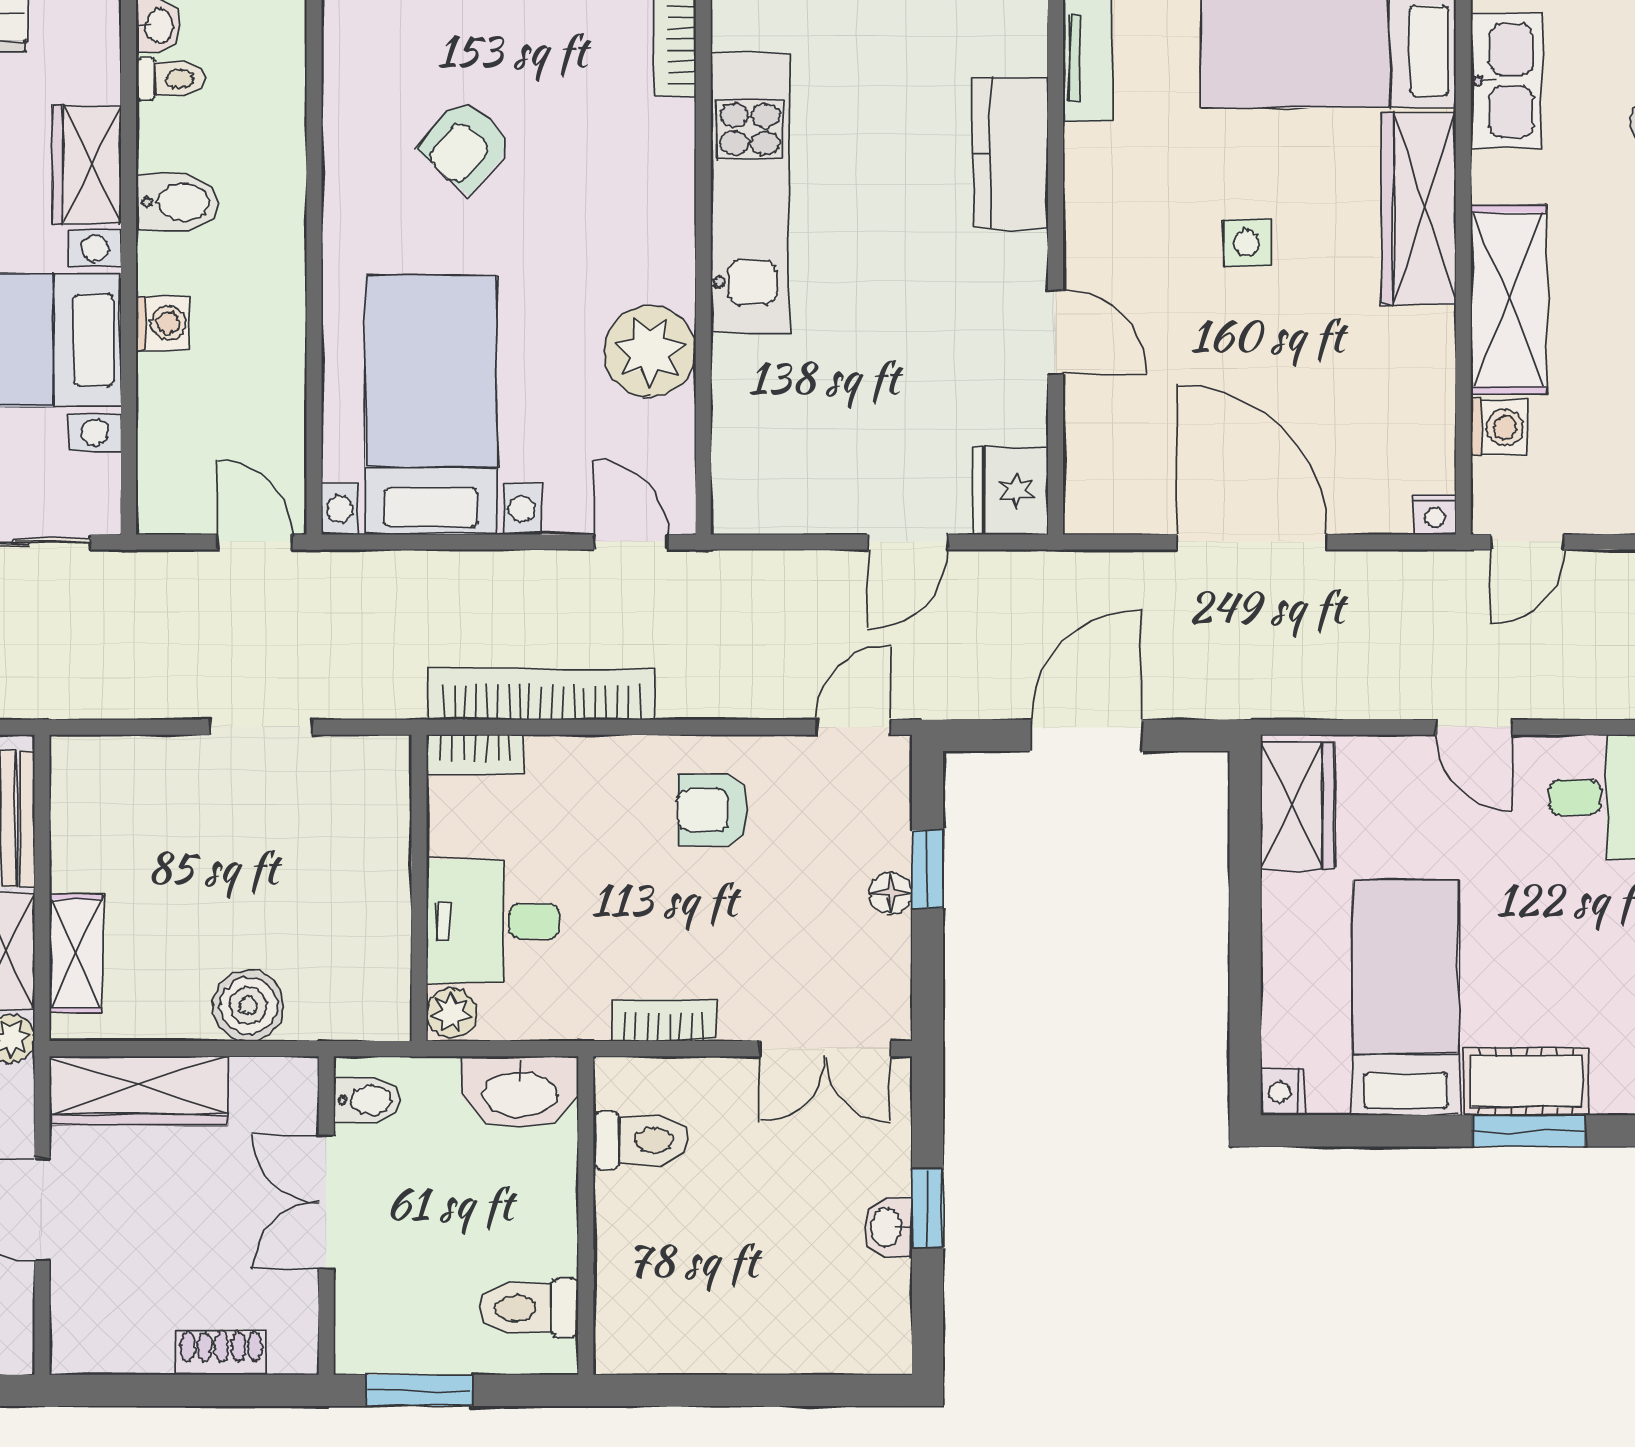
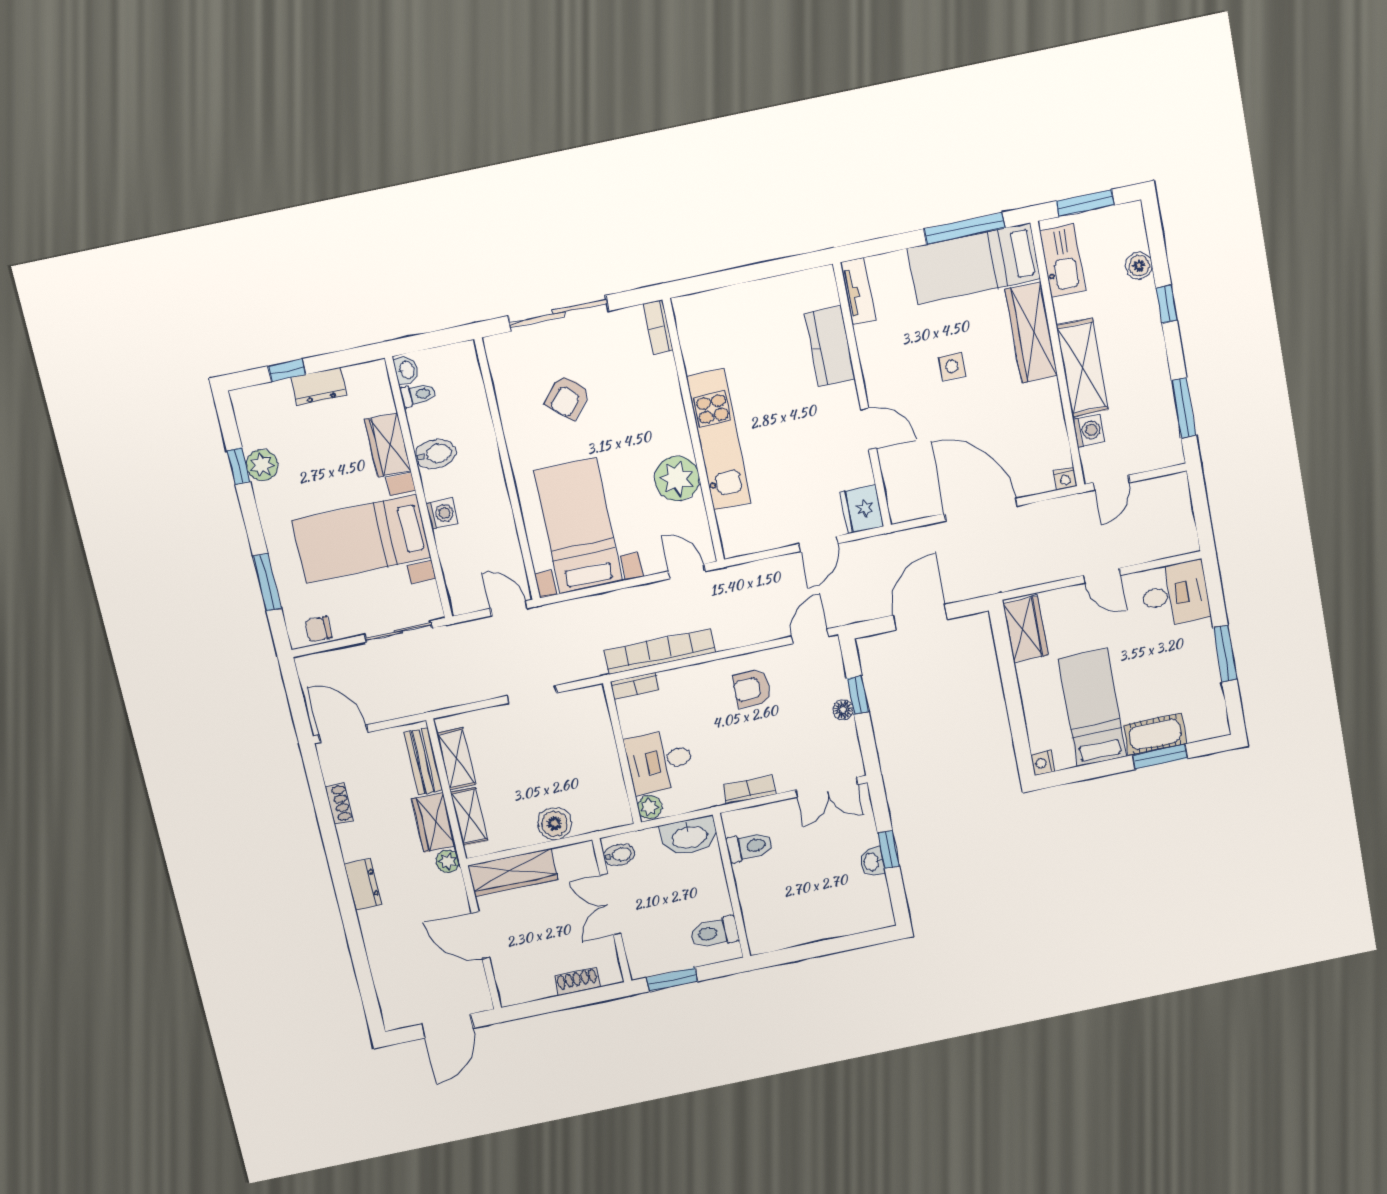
kitchen unit: (750, 193) -> (719, 440), moved
shelving: (77, 828) -> (456, 759), added

